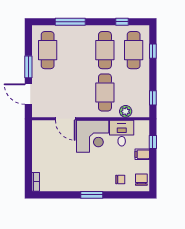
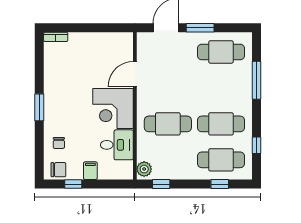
plant: (126, 111) -> (144, 169), moved
window: (153, 142) -> (73, 184), moved

